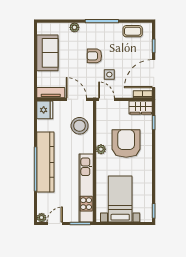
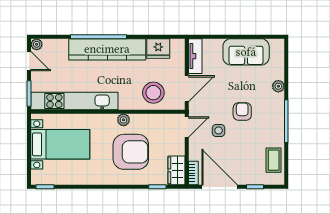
fridge: (45, 110) -> (158, 48), moved

